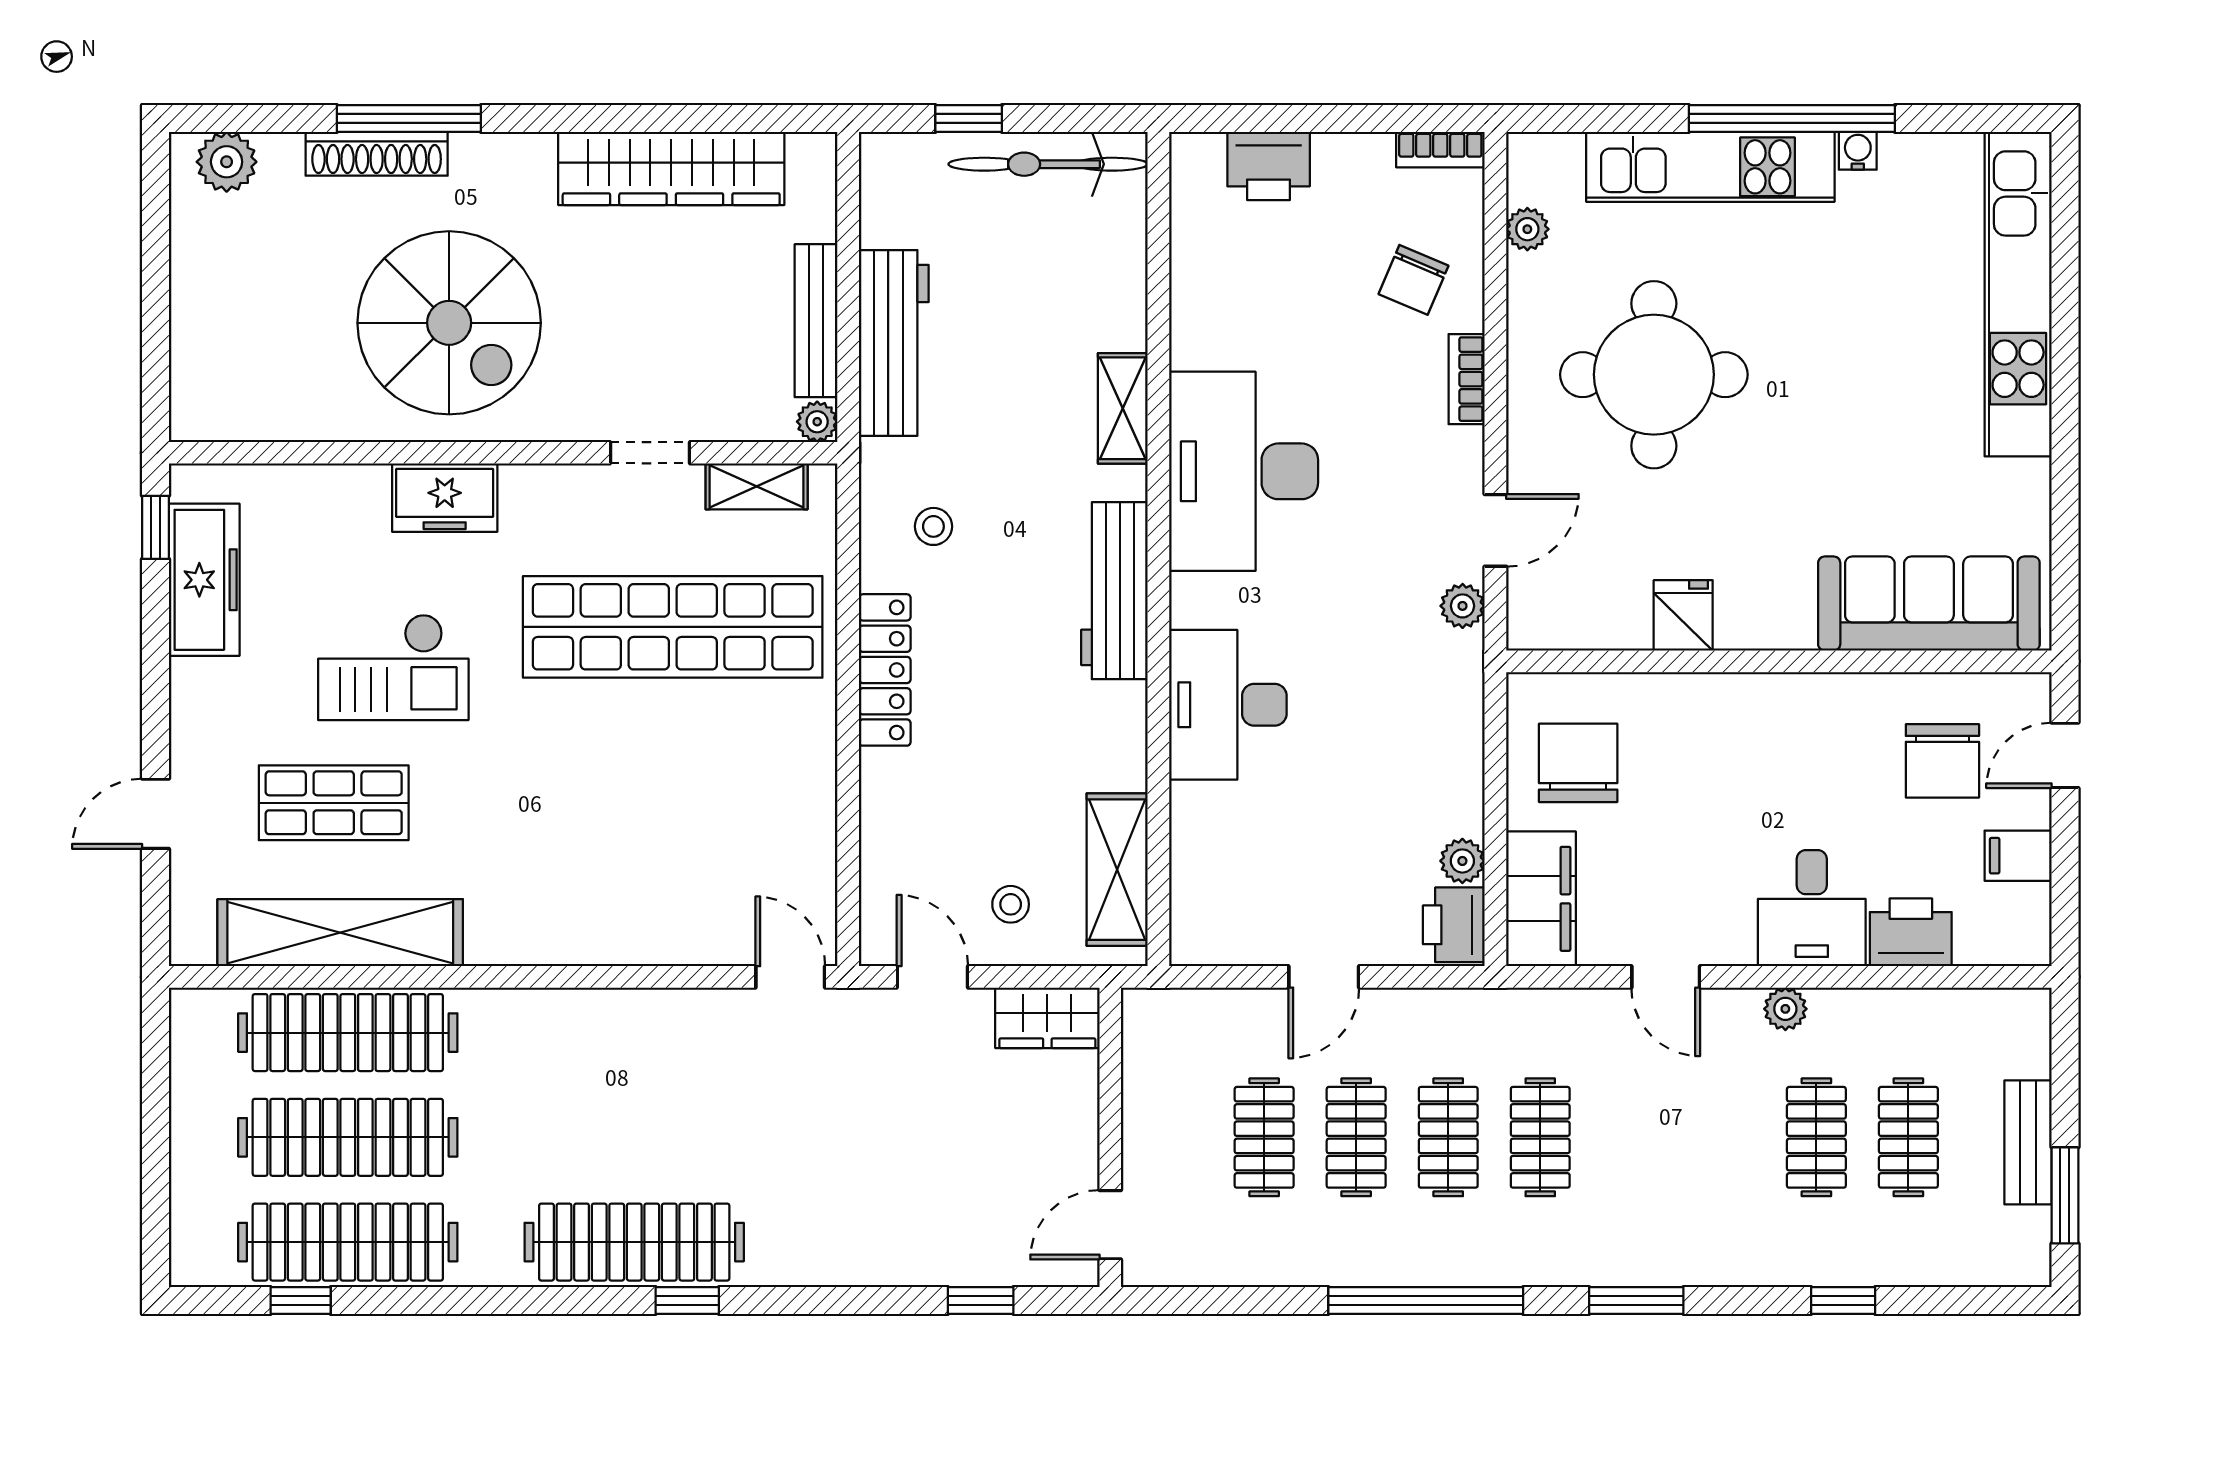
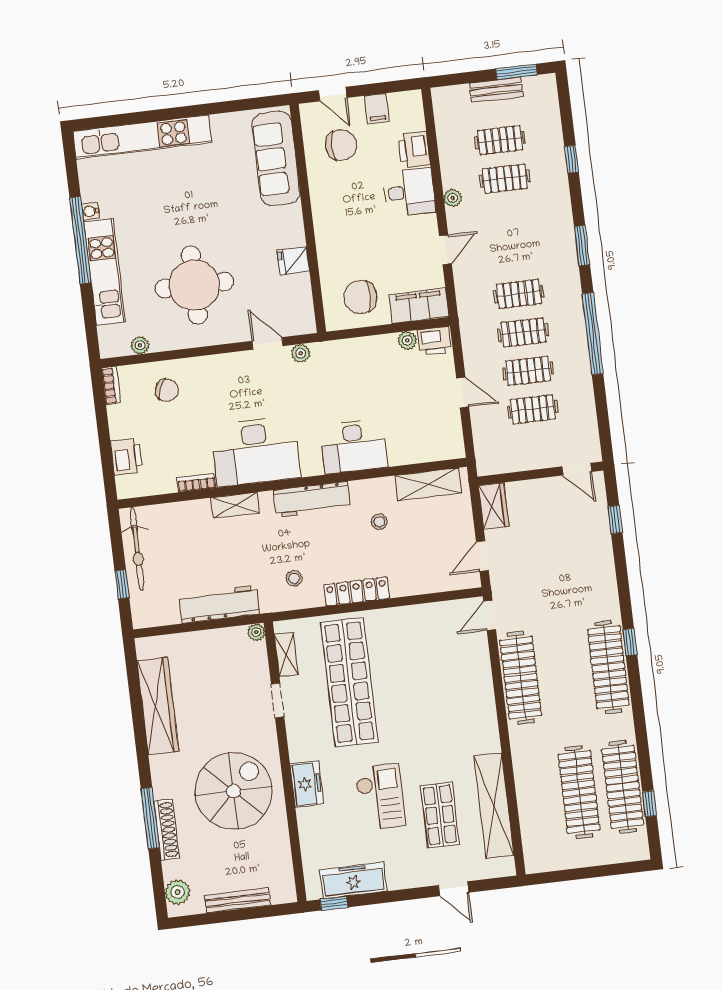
bench: (816, 321) -> (238, 900), moved
bookcase: (1467, 379) -> (196, 483), moved, turned 180
stool: (1011, 904) -> (379, 522), moved
clothes rail: (348, 1033) -> (521, 678), moved

